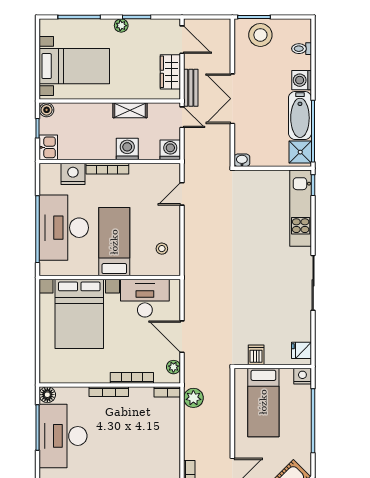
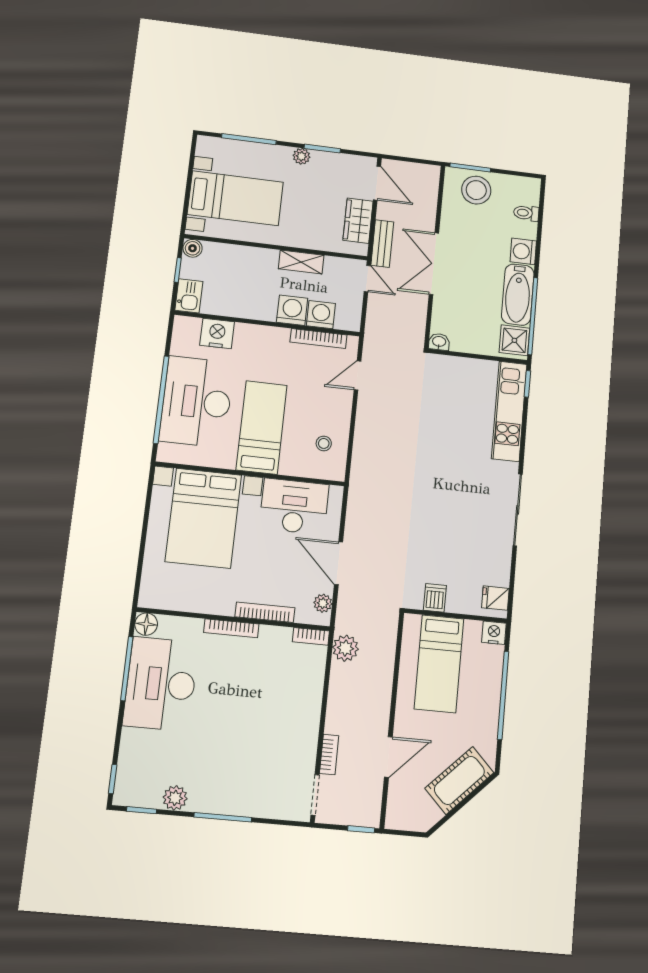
washing machine: (170, 150) -> (321, 315), moved
bookcase: (107, 169) -> (318, 339), moved

